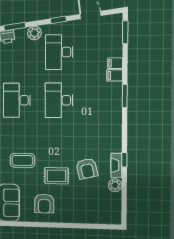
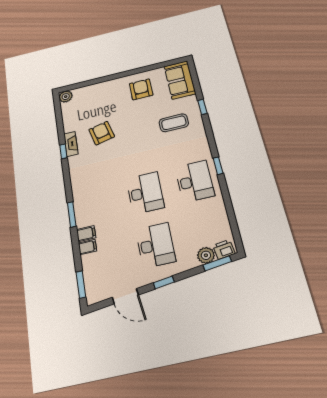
plant: (34, 33) -> (206, 255), moved
rug: (56, 176) -> (133, 118), removed
plant: (115, 185) -> (66, 97), moved

